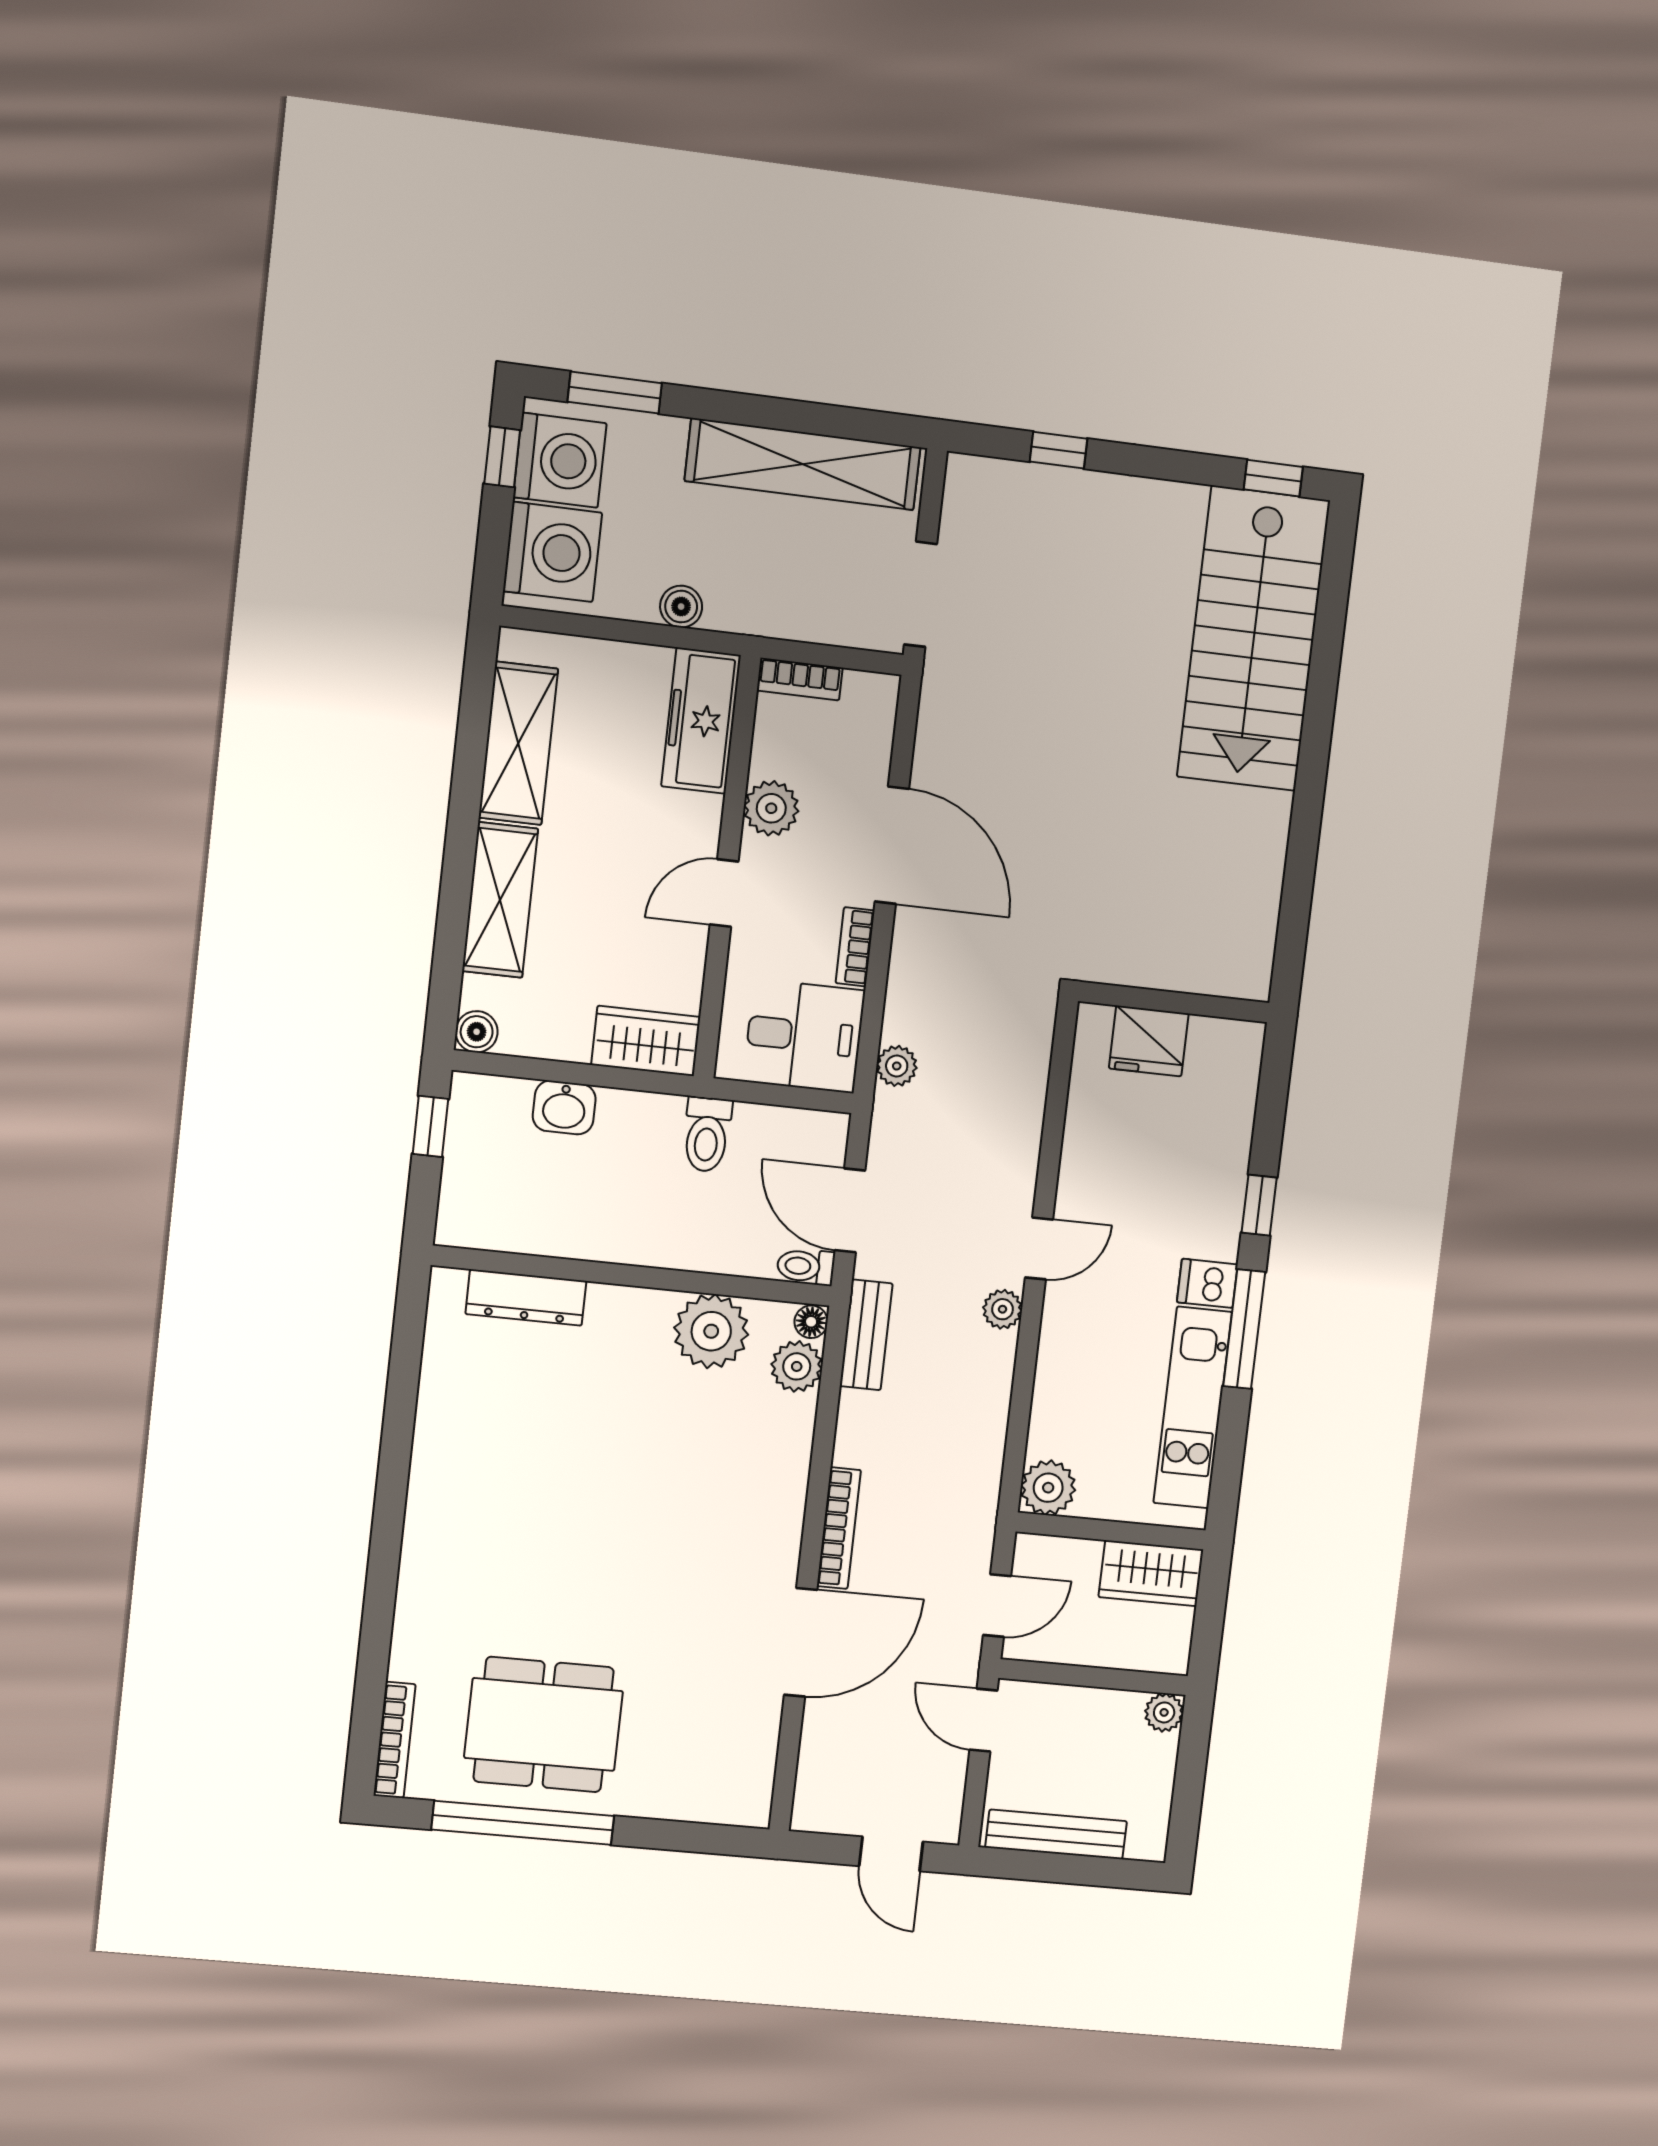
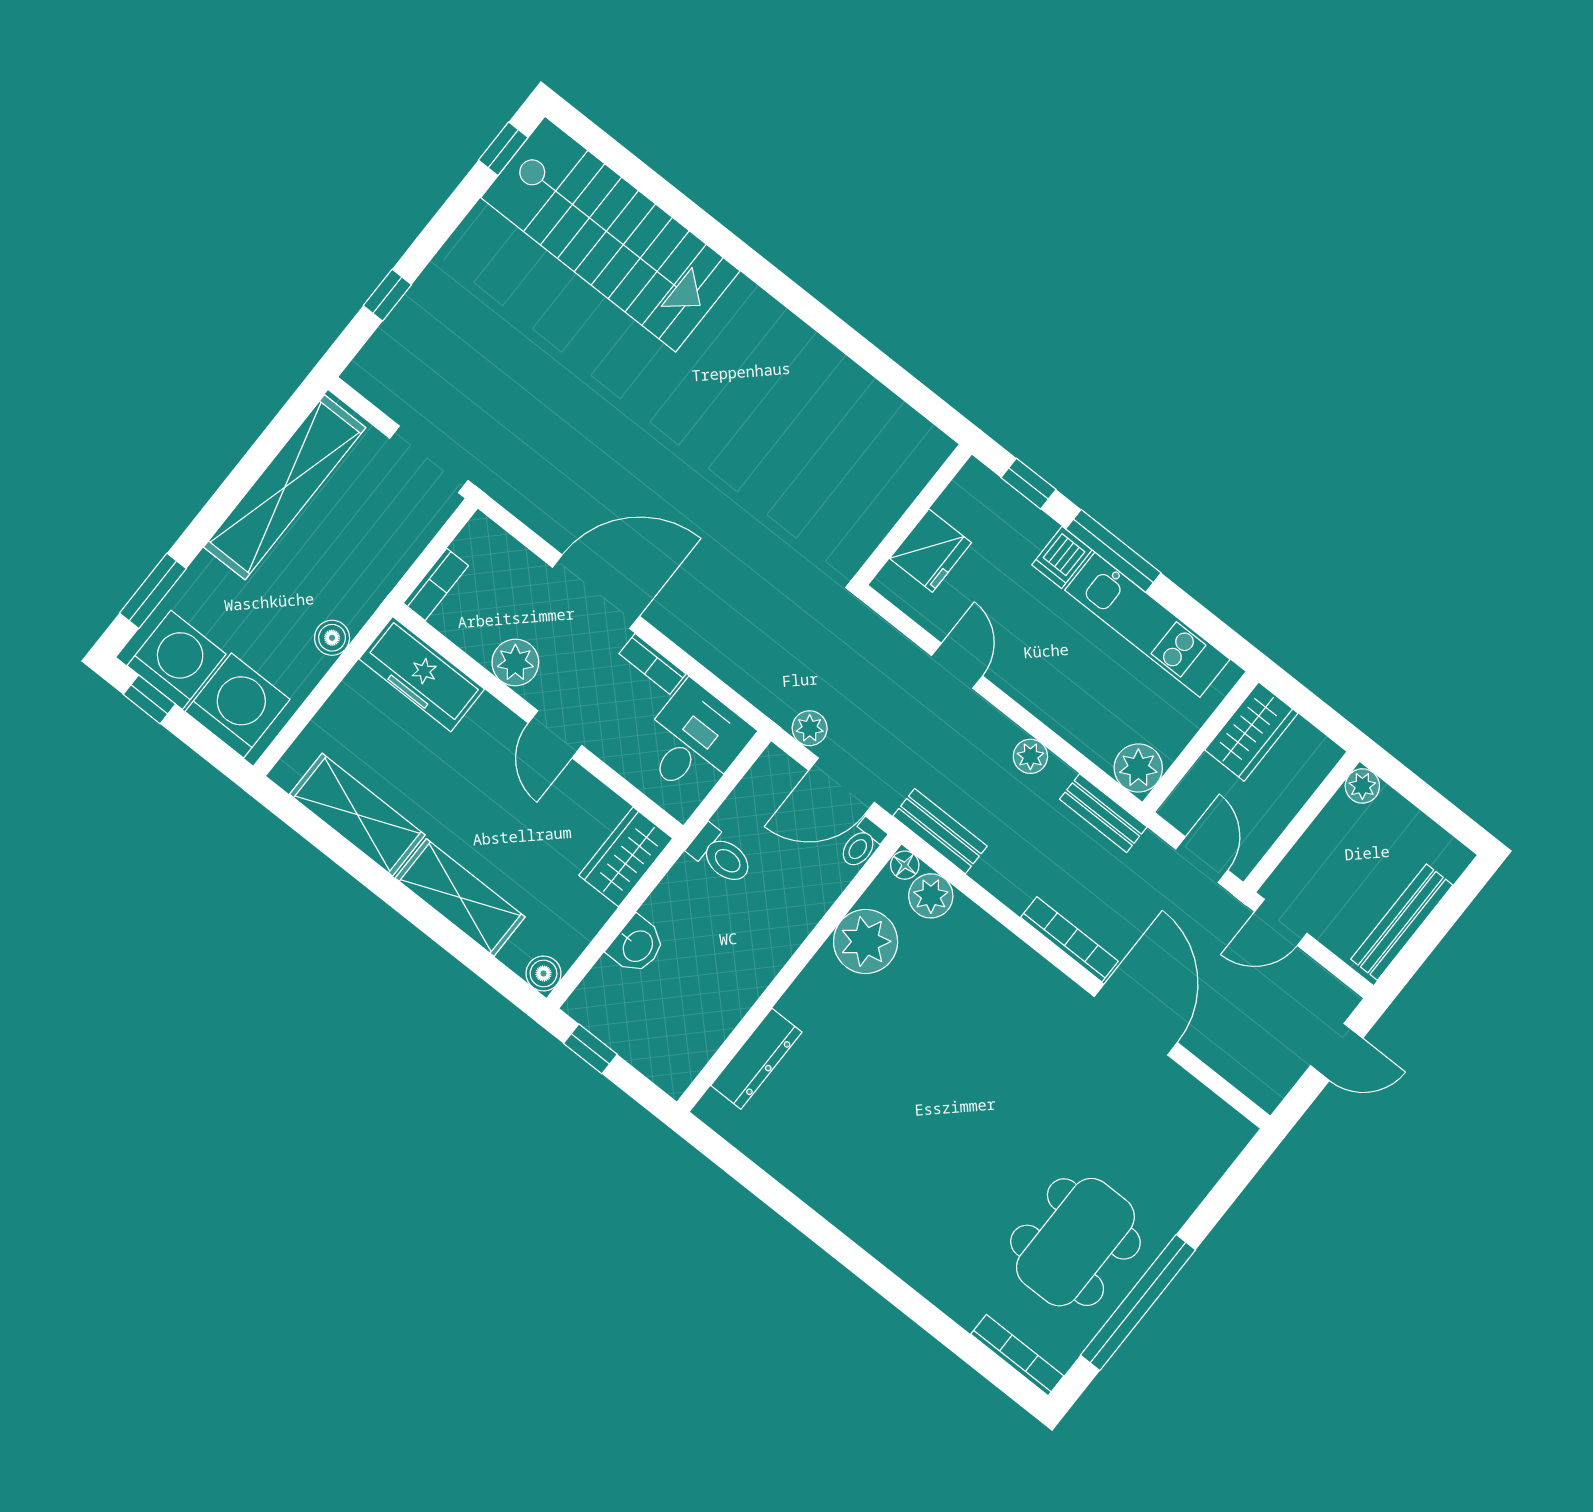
wall: (1174, 1002) -> (914, 515), moved
fridge: (1149, 1041) -> (931, 551), moved
plant: (897, 1066) -> (810, 728), moved
plant: (1002, 1309) -> (1030, 756), moved
bench: (983, 1482) -> (1103, 813), added

